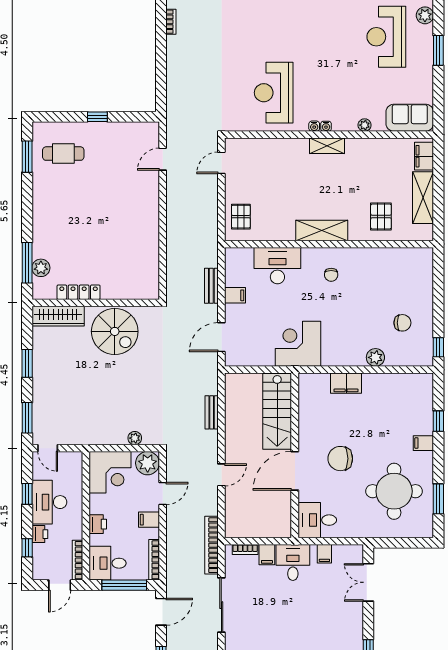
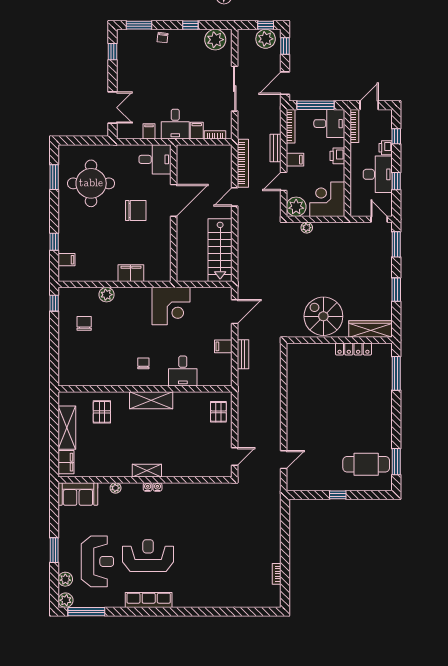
reception desk: (274, 93) -> (148, 556), moved, turned -90
cafe table: (63, 154) -> (366, 464), width x1.37, depth x1.35
desk: (277, 266) -> (183, 371), width x0.73
plant: (41, 268) -> (385, 369), removed
chair: (402, 323) -> (84, 323), turned 90
stairs: (277, 411) -> (220, 250), moved, turned 180
bench: (212, 412) -> (276, 148), moved
filing cabinet: (423, 443) -> (67, 260), moved
bookcase: (211, 545) -> (243, 163), moved

